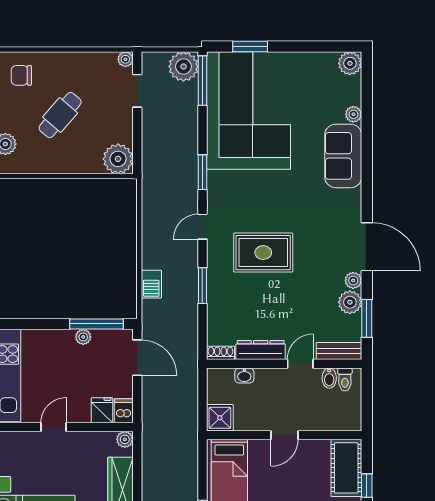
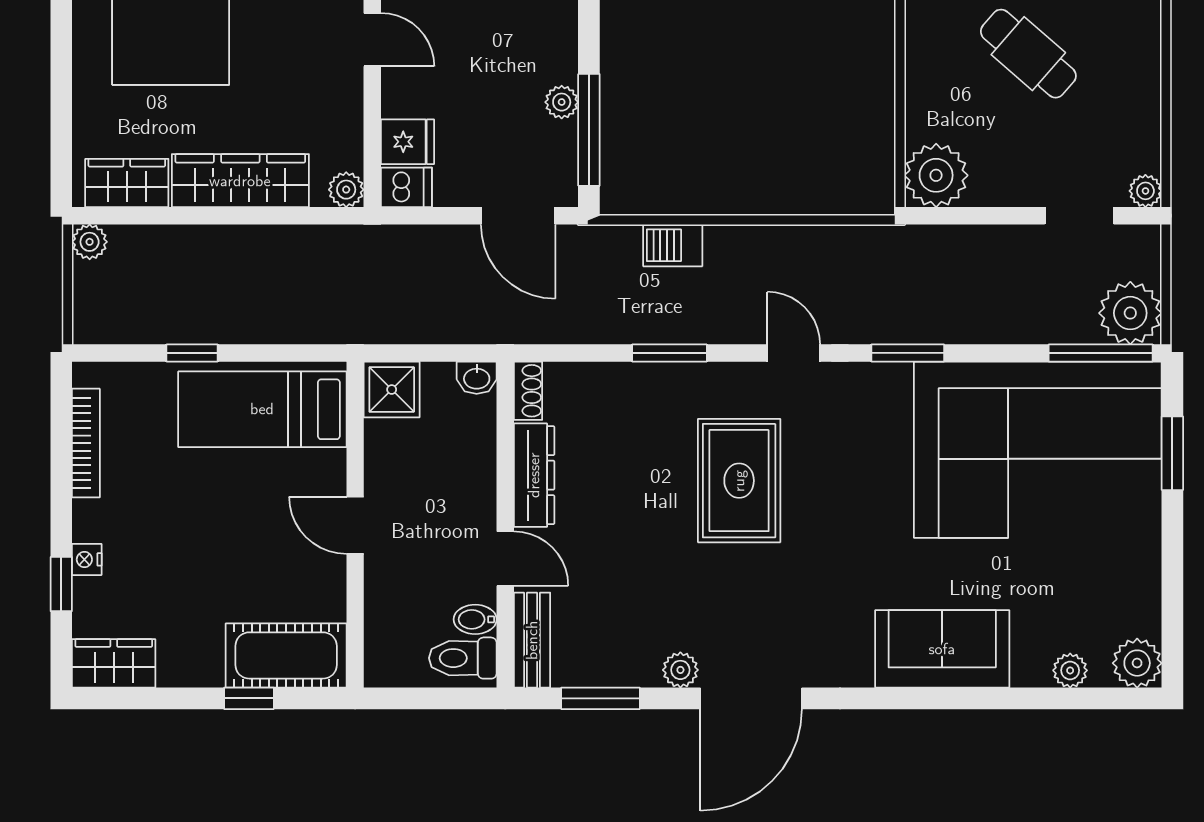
plant: (353, 114) -> (1070, 670), moved
plant: (350, 302) -> (635, 663), removed
door: (137, 358) -> (518, 216), hinge flipped
washbasin: (244, 375) -> (477, 378), moved, turned -90
toilet: (345, 379) -> (463, 658), width x1.37, depth x1.39

